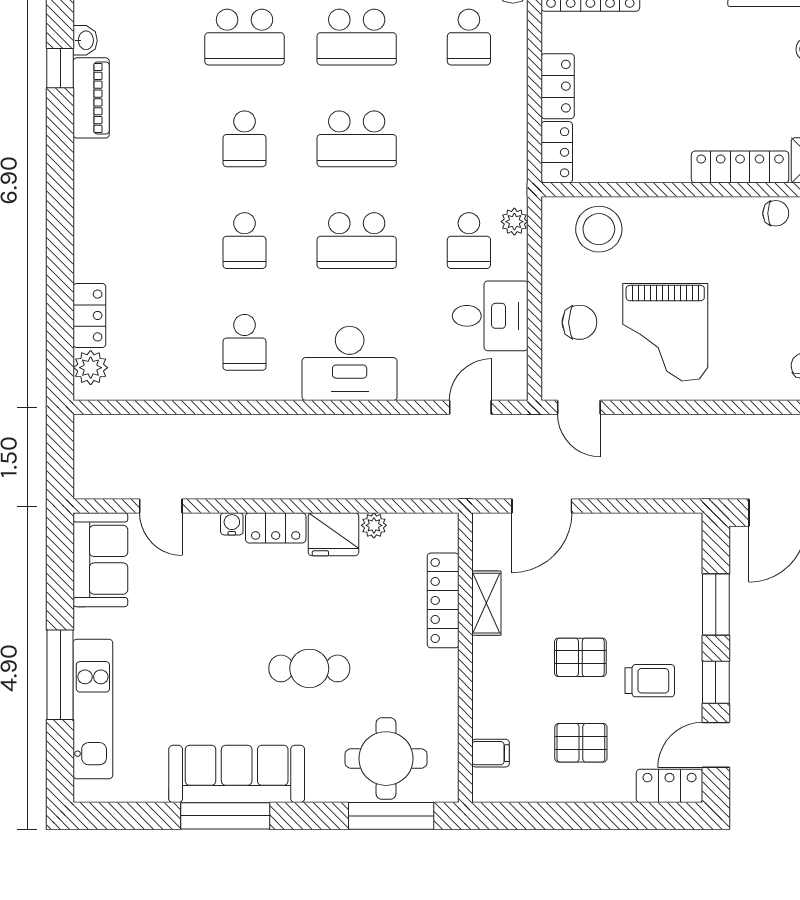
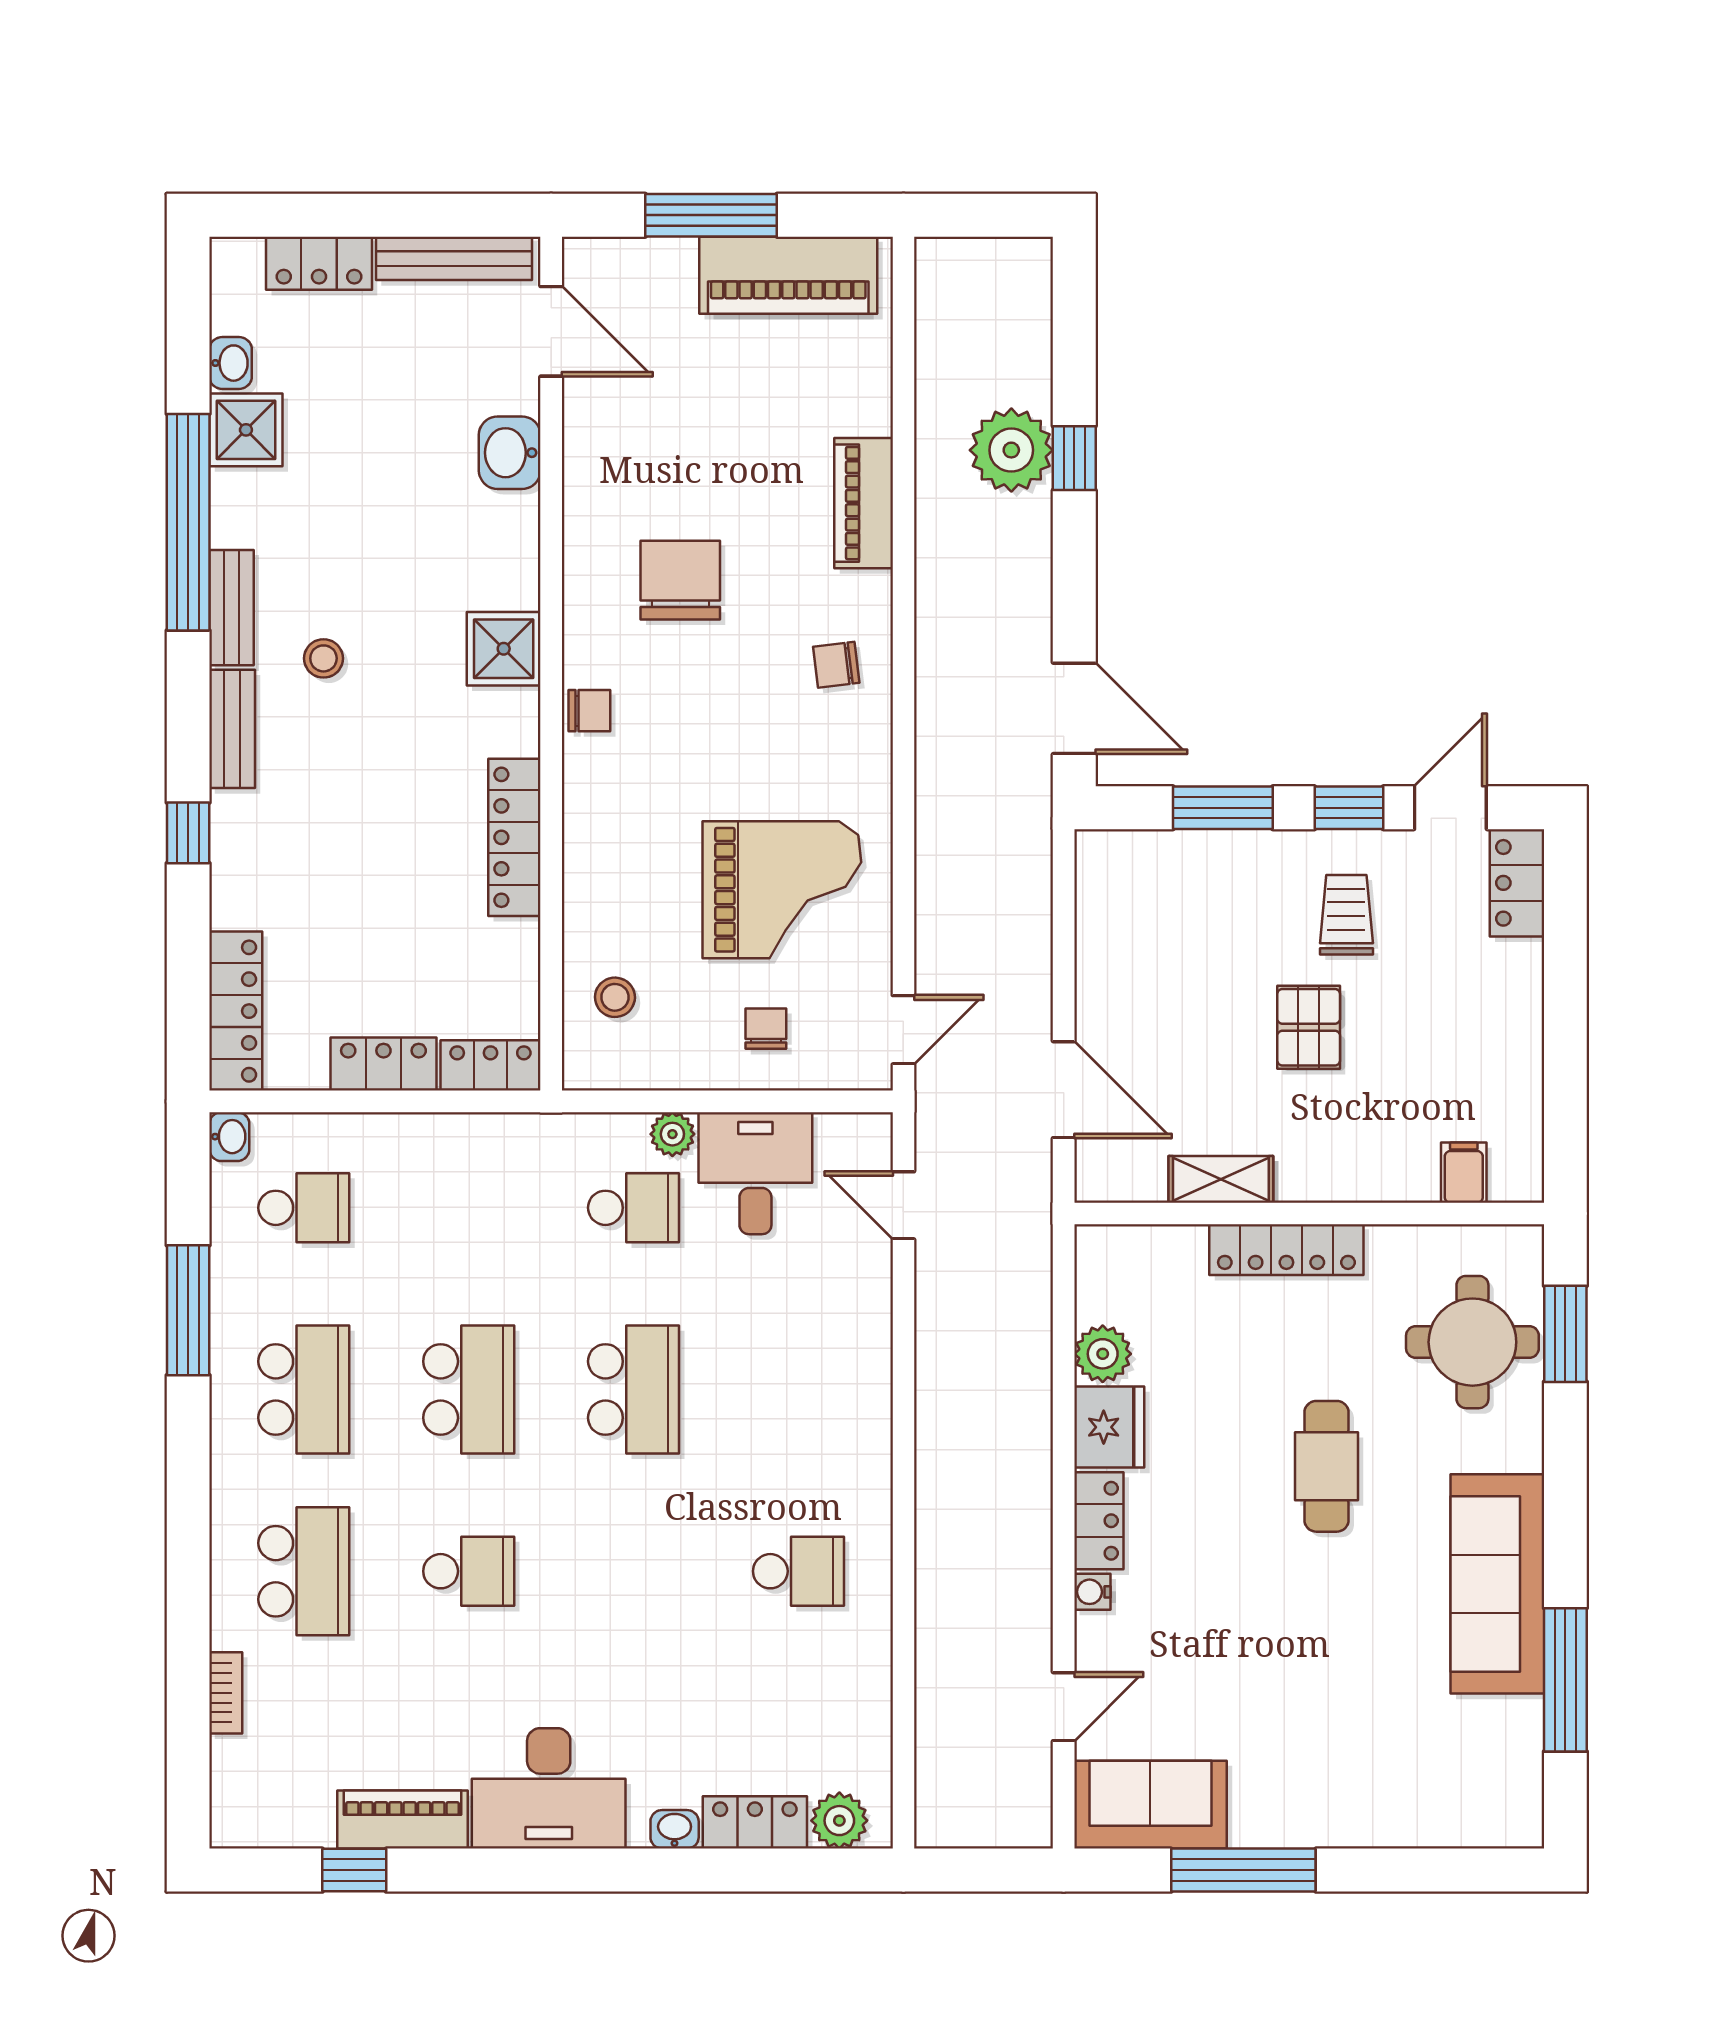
washbasin: (85, 40) -> (675, 1829), moved
locker: (740, 167) -> (514, 837), moved
chair: (776, 213) -> (589, 711), turned 90
plant: (514, 222) -> (672, 1134), moved
stool: (599, 229) -> (615, 997), width x0.53, depth x0.53
school desk: (244, 241) -> (634, 1571), removed
chair: (579, 322) -> (766, 1029), width x0.73, depth x0.73
desk: (350, 363) -> (549, 1788), moved, turned 90
plant: (374, 525) -> (1103, 1354), width x1.38, depth x1.38
locker: (443, 600) -> (1286, 1250), moved
window: (60, 675) -> (1243, 1870), moved
kitchen unit: (93, 709) -> (1392, 1817), removed
pallet: (581, 743) -> (1447, 1026), removed
door: (716, 745) -> (1450, 808), swing flipped
window: (225, 816) -> (1565, 1680), moved
window: (391, 816) -> (1565, 1334), width x0.69

